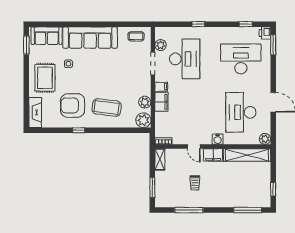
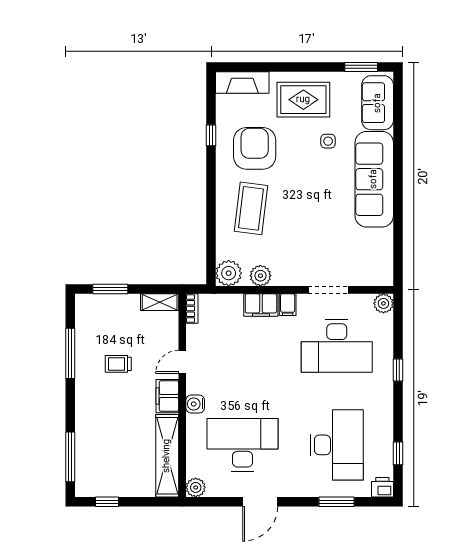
coffee table: (136, 36) -> (376, 260), removed
plant: (161, 45) -> (383, 303), moved
window: (273, 45) -> (337, 502), moved
window: (79, 130) -> (211, 135), moved

